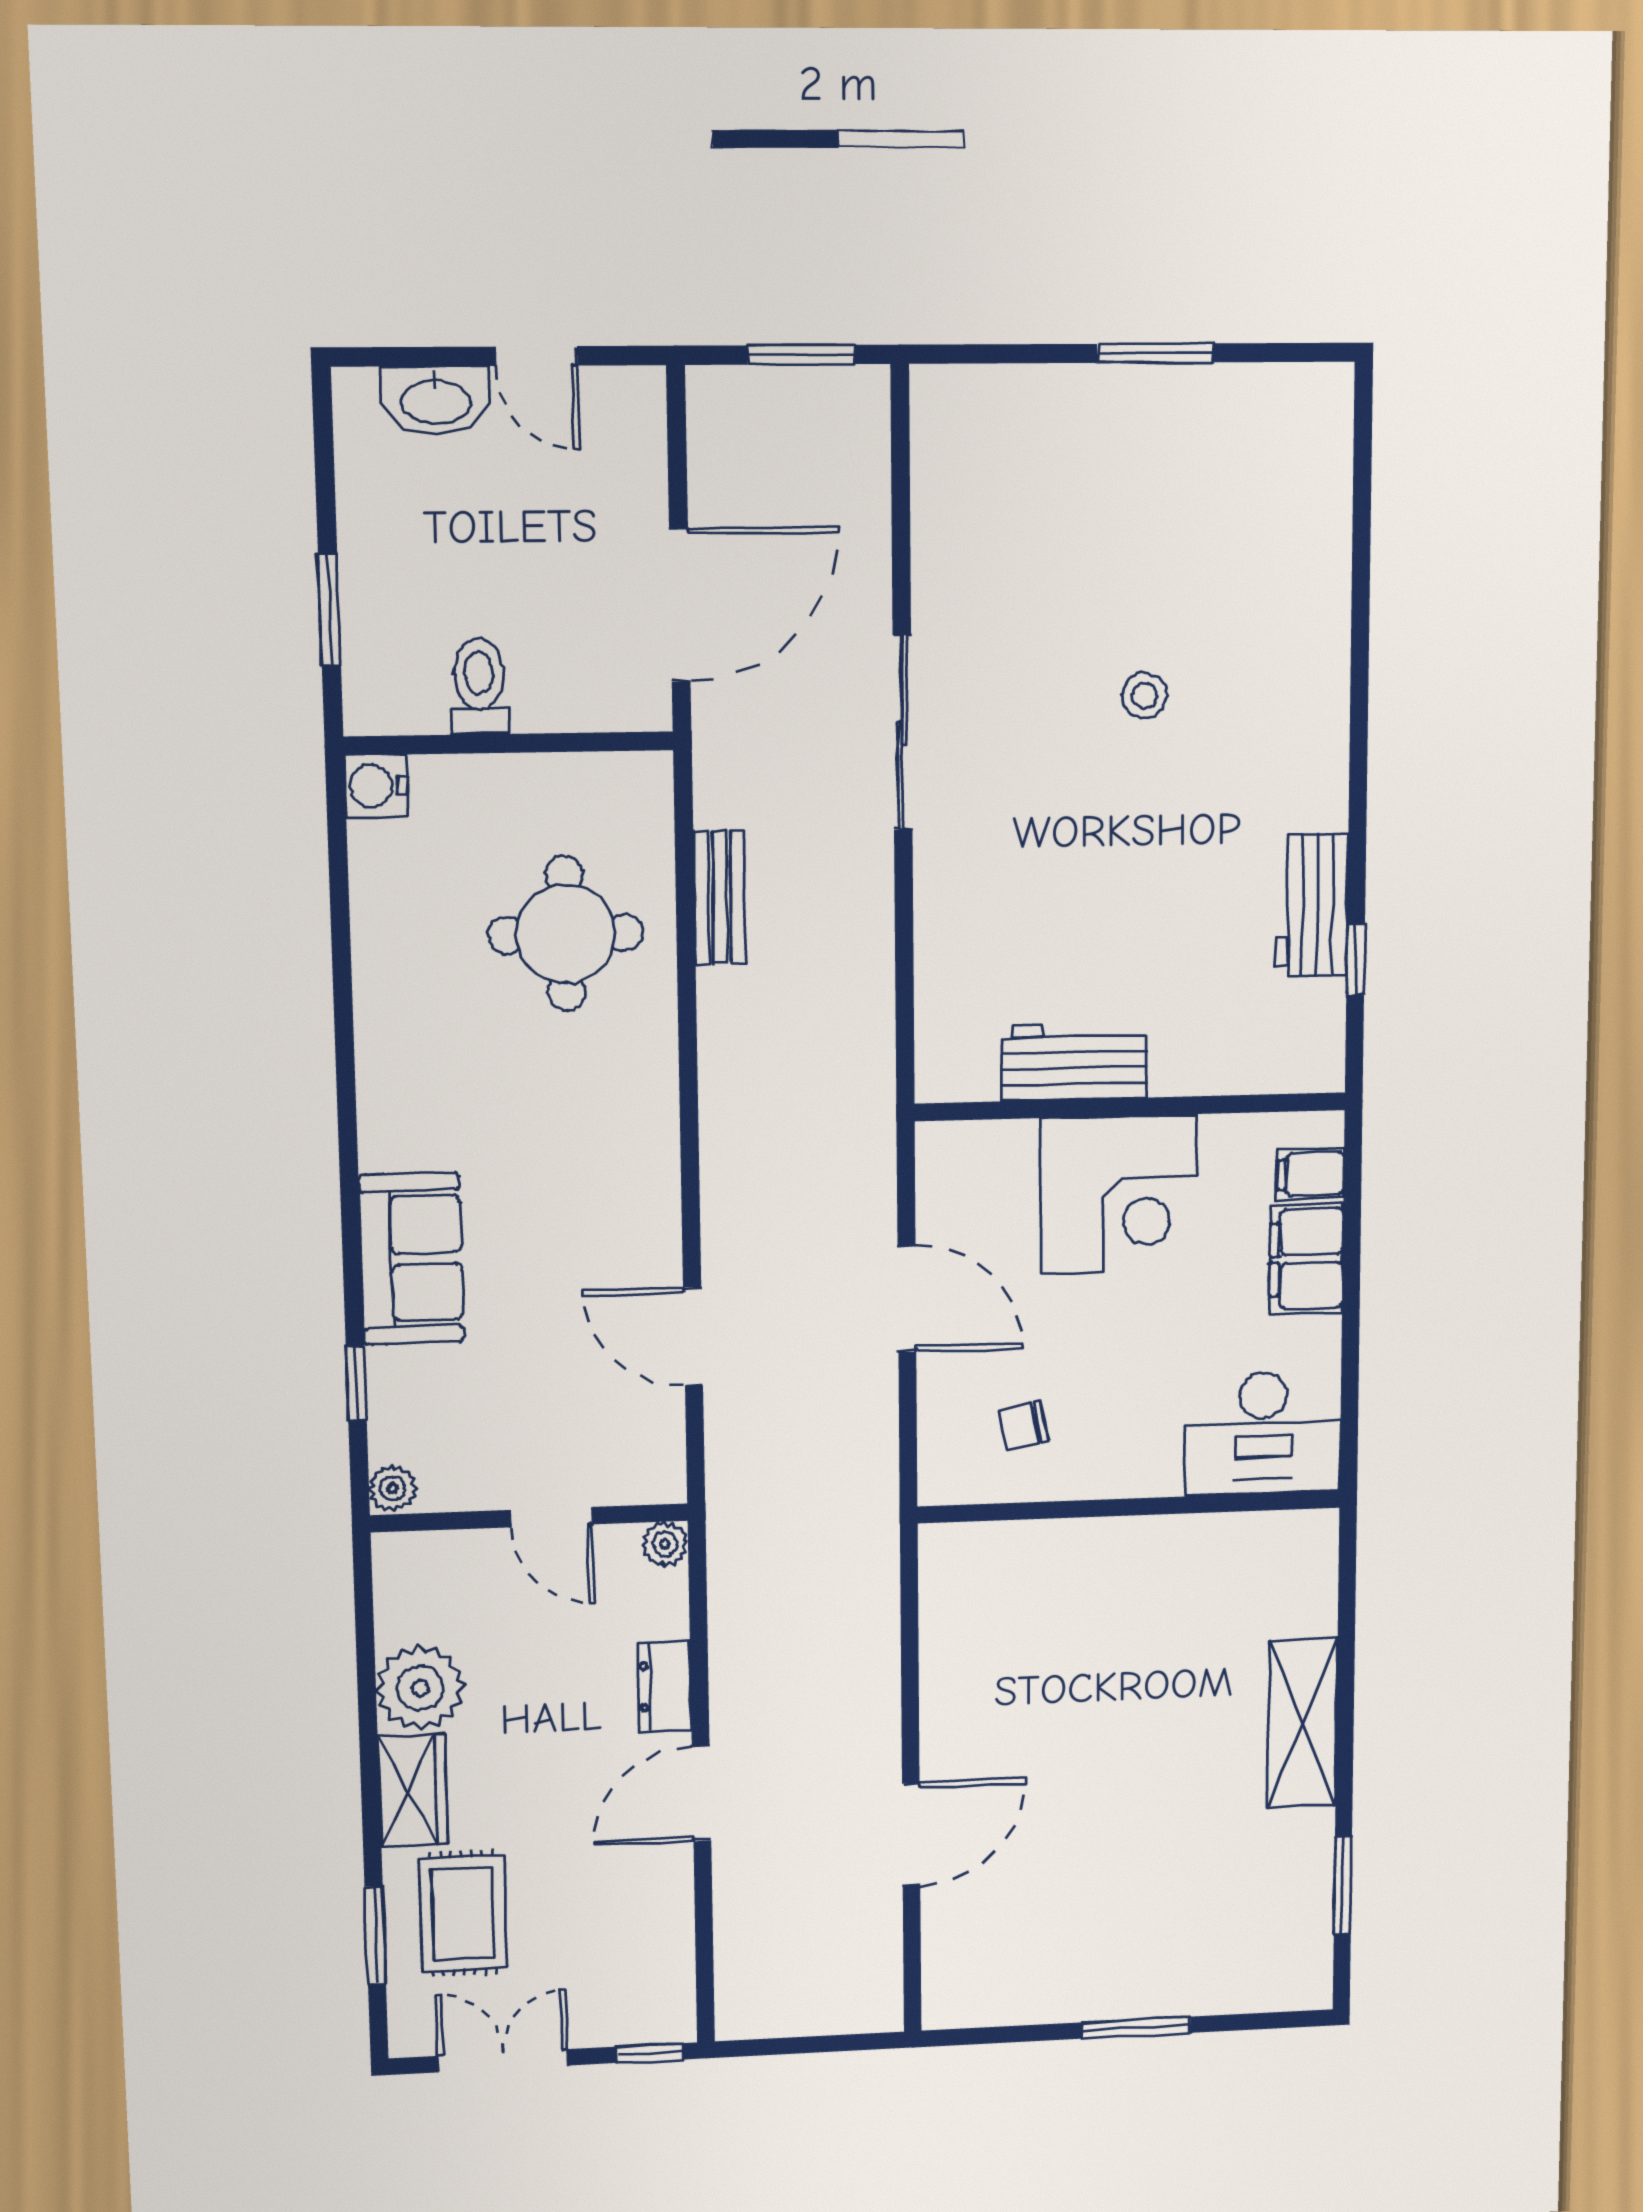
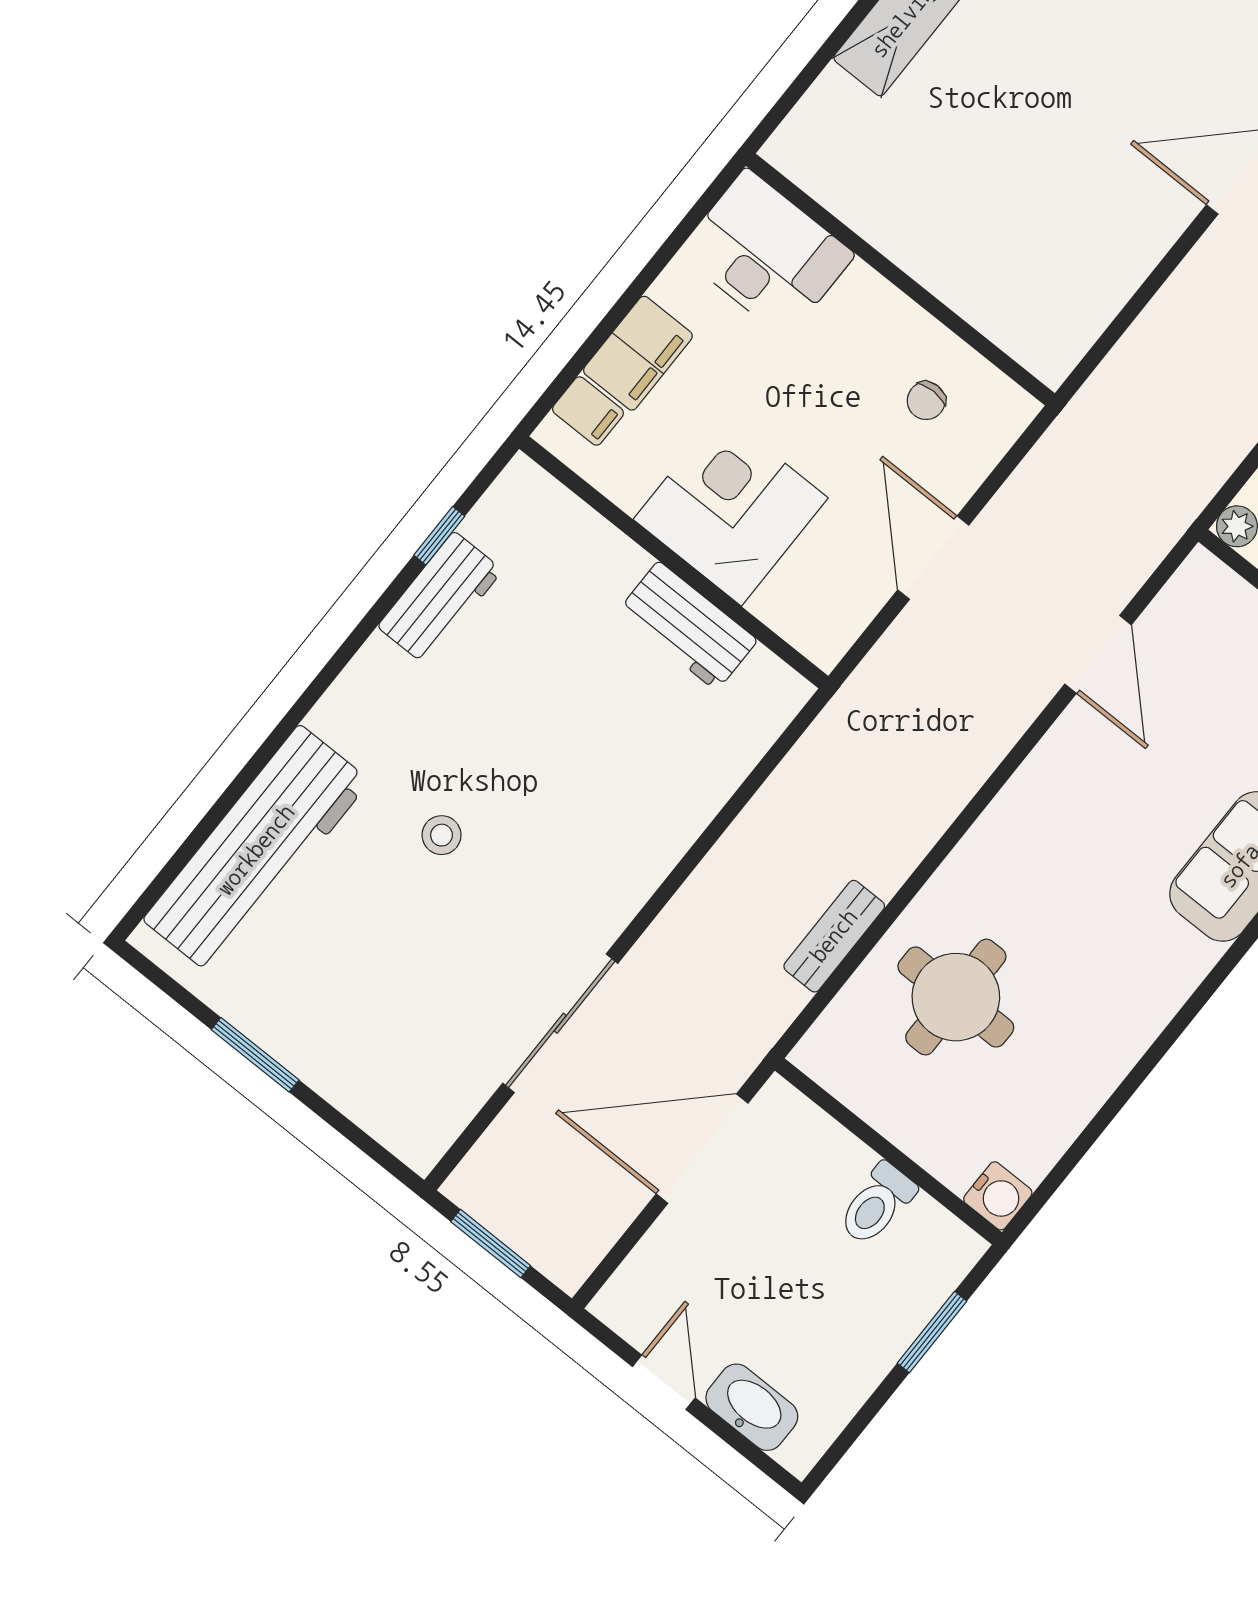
workbench: (1300, 544) -> (256, 850), added
sliding door: (903, 733) -> (560, 1023), moved
chair: (1024, 1425) -> (926, 401), turned 101

